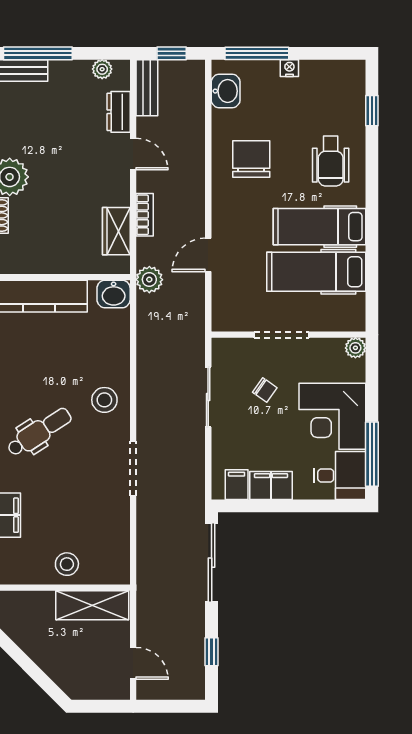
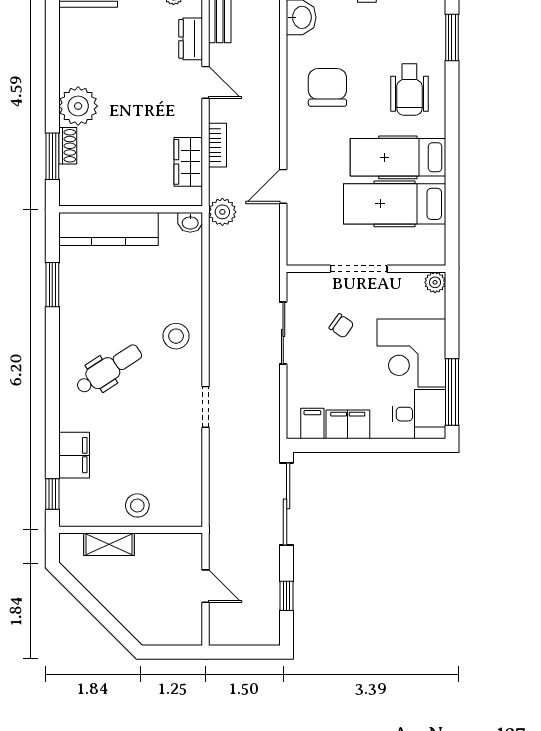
window: (372, 111) -> (452, 38), width x1.50
washbasin: (114, 294) -> (190, 222), width x0.72, depth x0.69
doorway: (133, 469) -> (206, 407), width x0.73
shelving: (92, 605) -> (109, 544), moved, width x0.67, depth x0.75
door: (133, 663) -> (206, 586), moved

